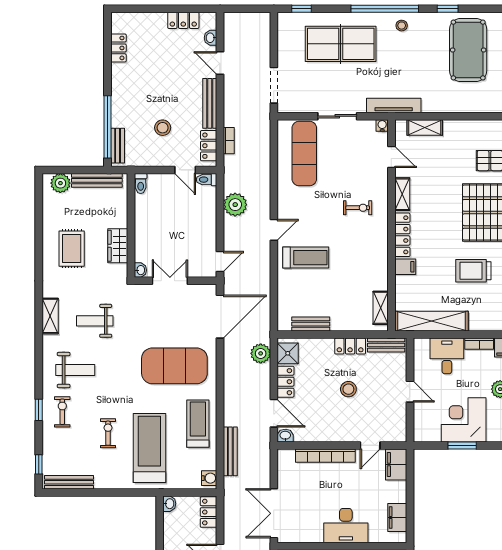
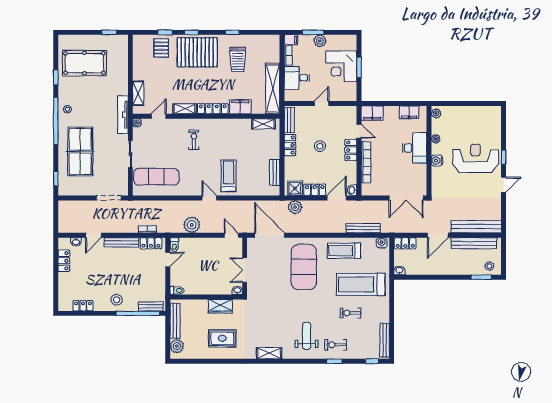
stool: (163, 128) -> (117, 300), moved
filing cabinet: (405, 267) -> (240, 107), width x2.00
weight bench: (95, 321) -> (272, 322), removed
locker: (343, 434) -> (351, 150), added

